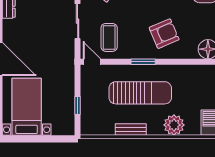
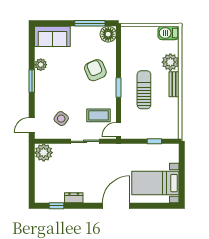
sun lounger: (140, 93) -> (144, 90), width x0.73, depth x0.75
bench: (131, 129) -> (174, 84), moved

